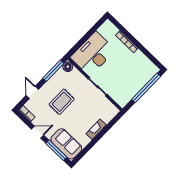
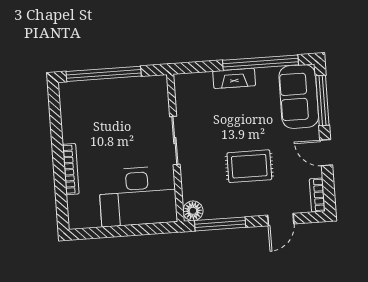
window: (92, 144) -> (261, 63), added

